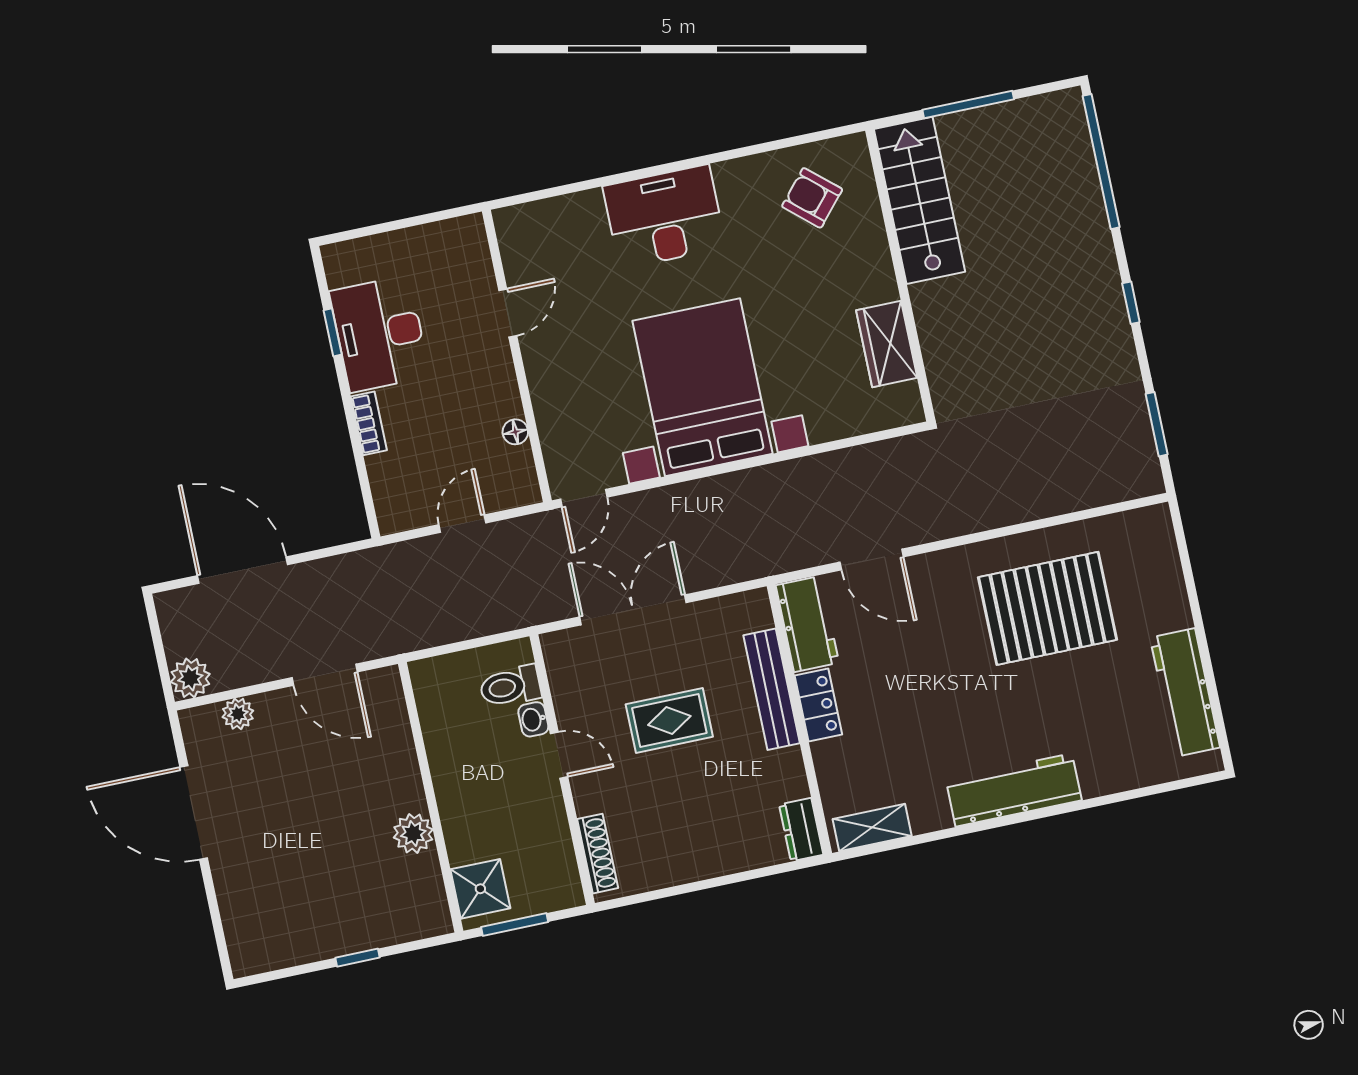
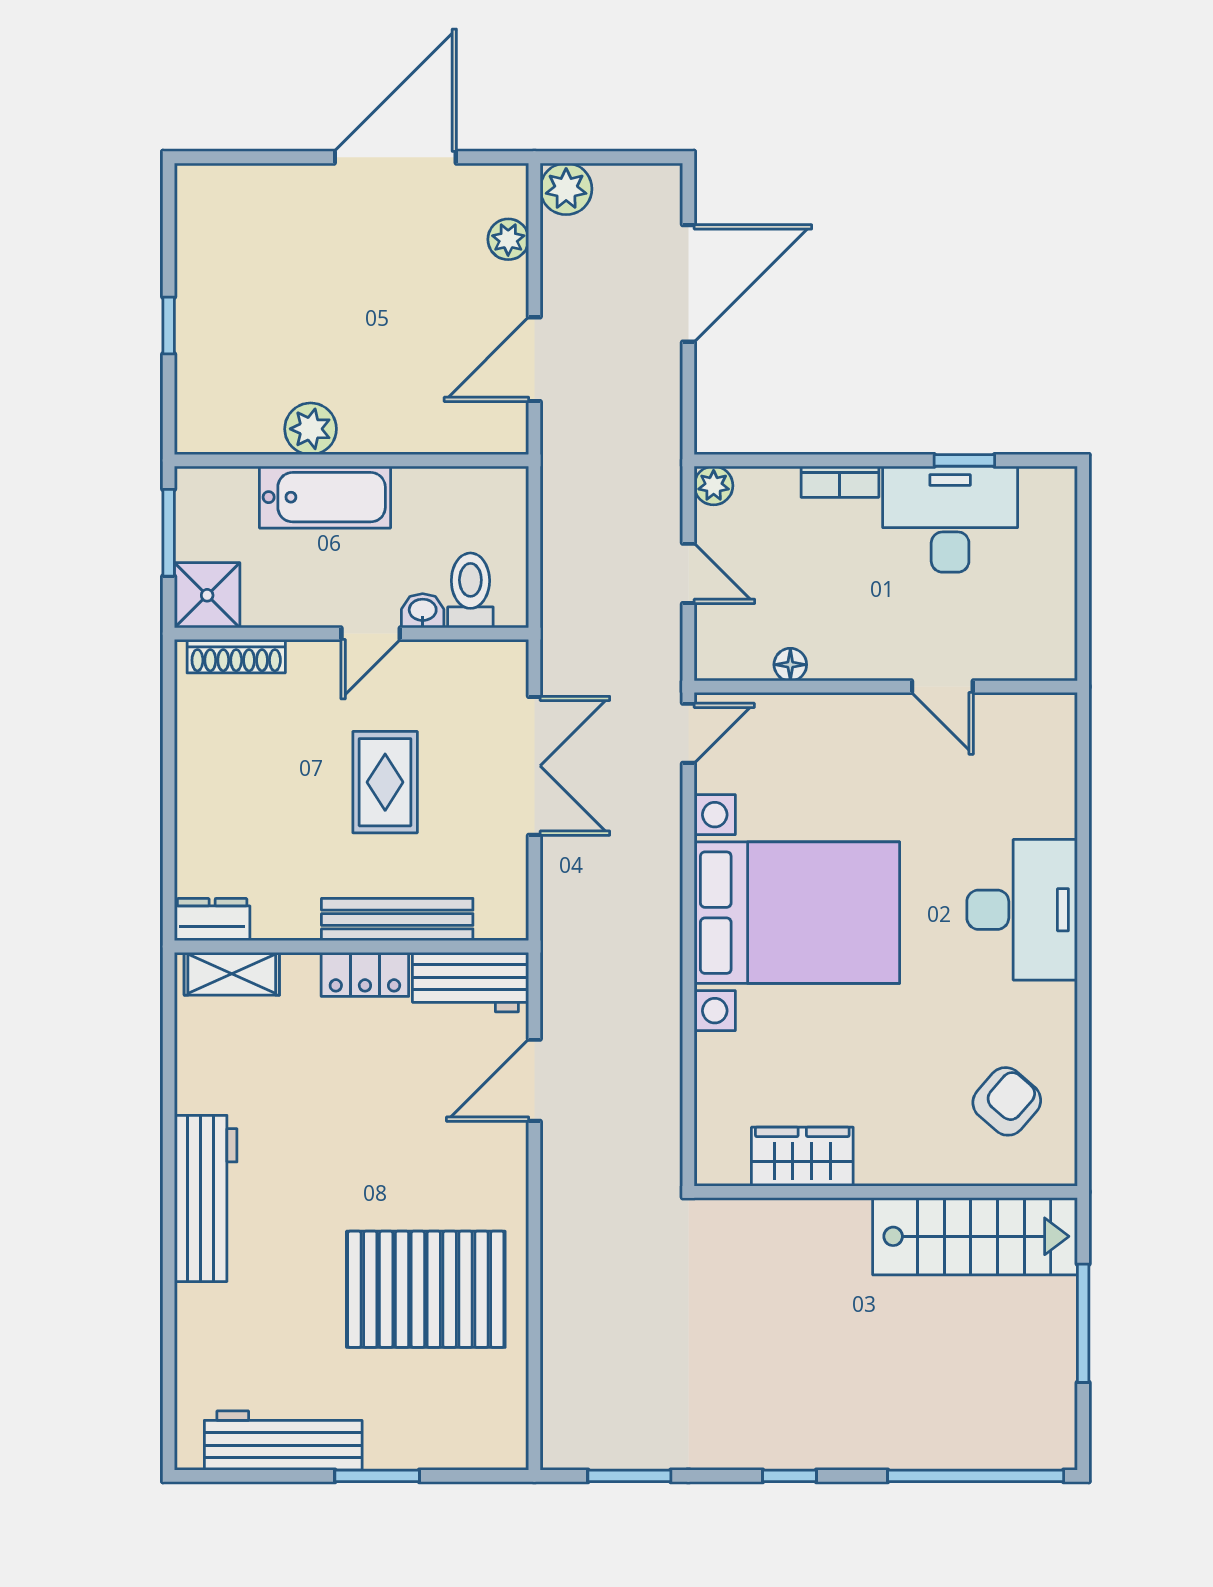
door: (584, 498) -> (688, 733), swing flipped
plant: (392, 519) -> (714, 486), added
pallet: (1048, 608) -> (426, 1289), turned 90
window: (1197, 616) -> (377, 1476), added
bathtub: (463, 812) -> (325, 497), added
shelving: (872, 828) -> (232, 974), moved, turned 90
shower: (480, 889) -> (207, 595), moved

